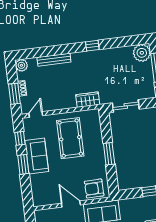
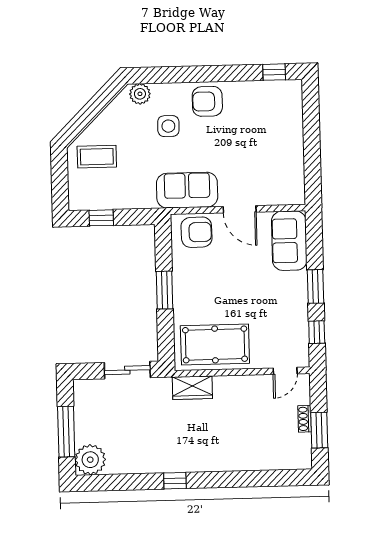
bench: (54, 60) -> (244, 463), removed
plant: (21, 65) -> (301, 459), removed
window: (14, 94) -> (319, 430), moved
pool table: (70, 138) -> (215, 344), moved, turned 90
sofa: (37, 156) -> (289, 241), moved

